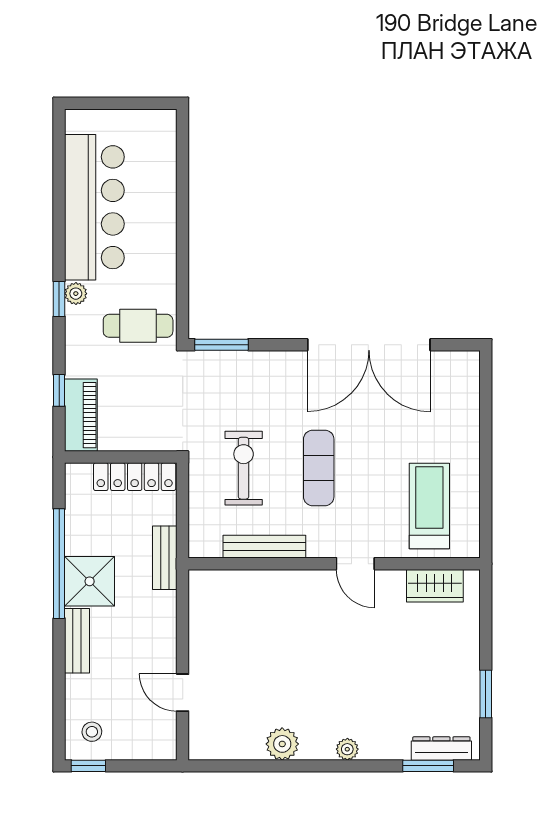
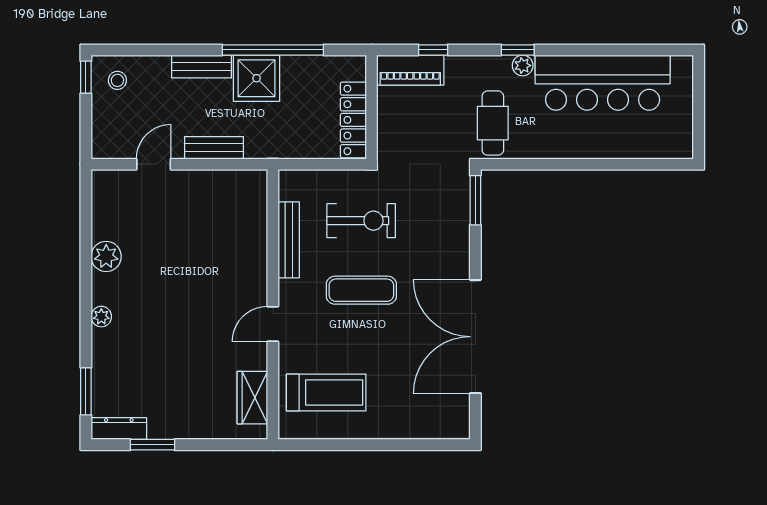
bench: (165, 558) -> (214, 148), moved
dresser: (441, 749) -> (119, 429), moved, turned -90

